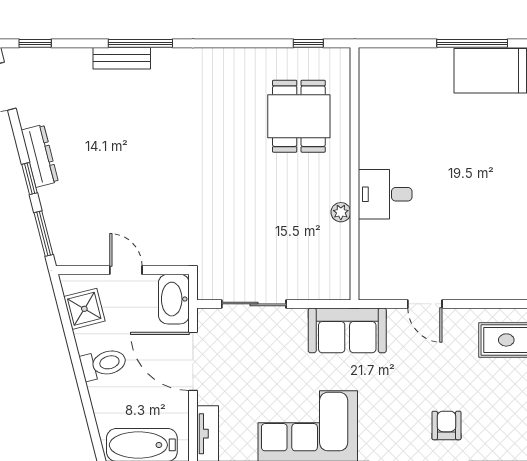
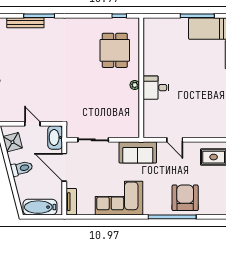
bench: (122, 58) -> (25, 23), width x1.36
plant: (341, 212) -> (135, 85), moved
armchair: (446, 425) -> (185, 198), width x1.88, depth x1.88

